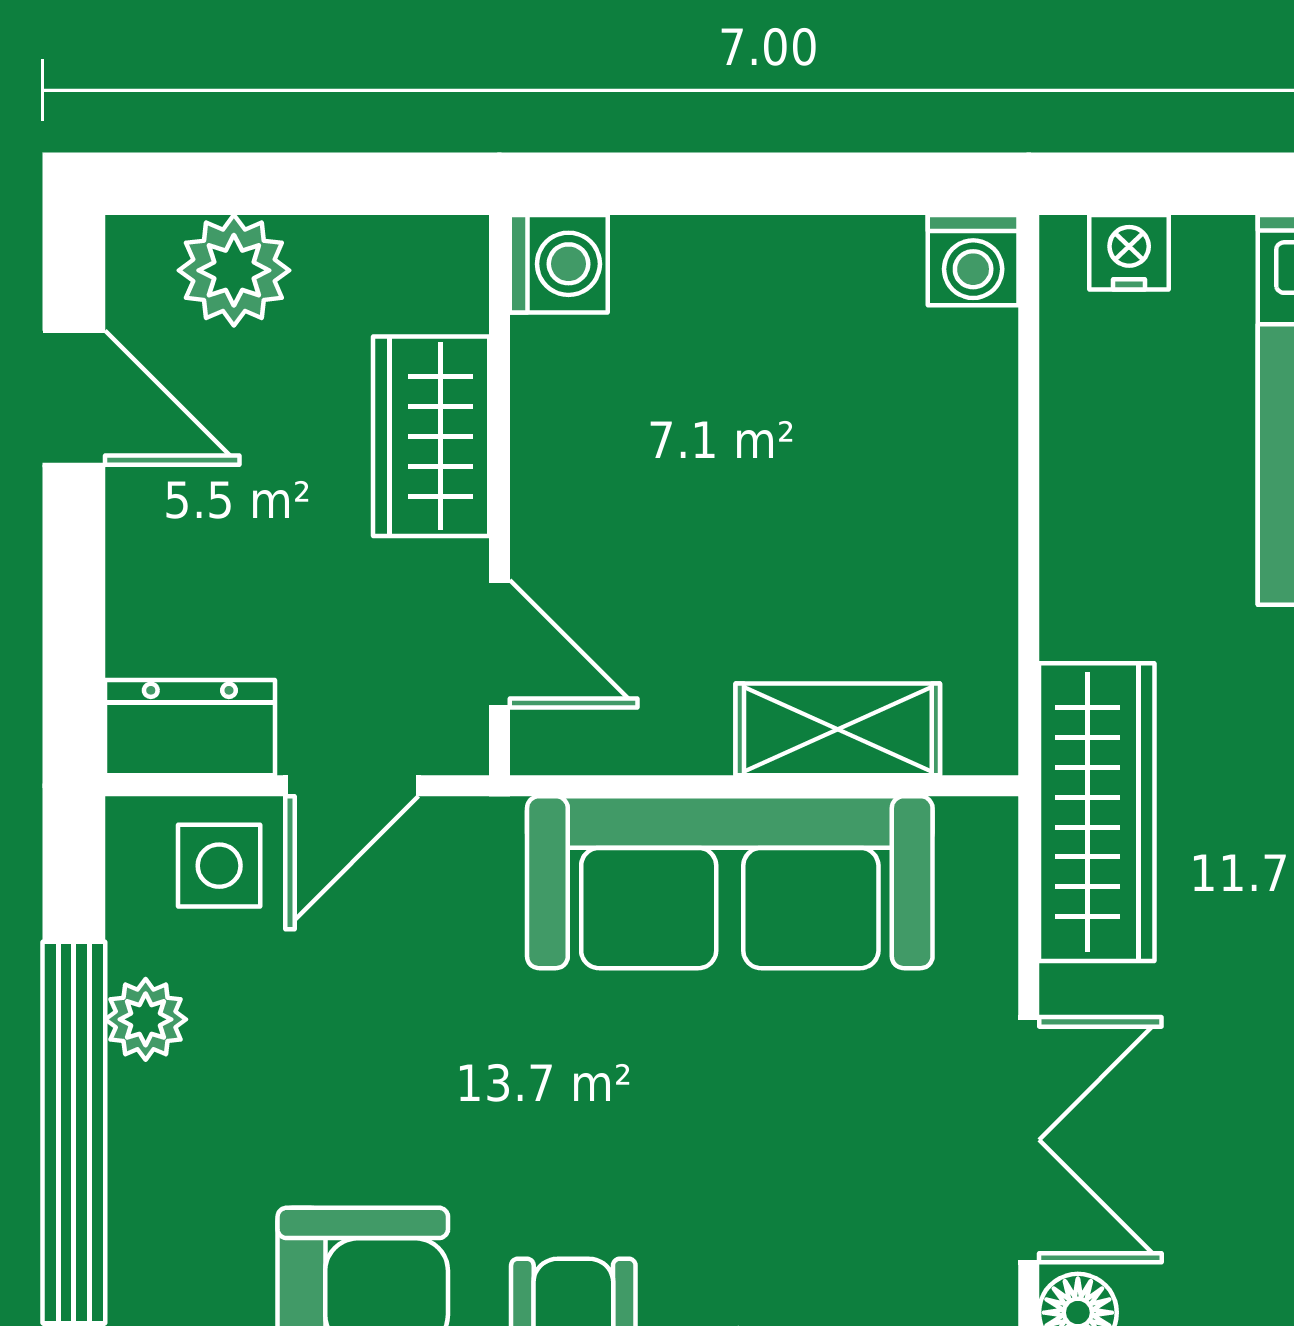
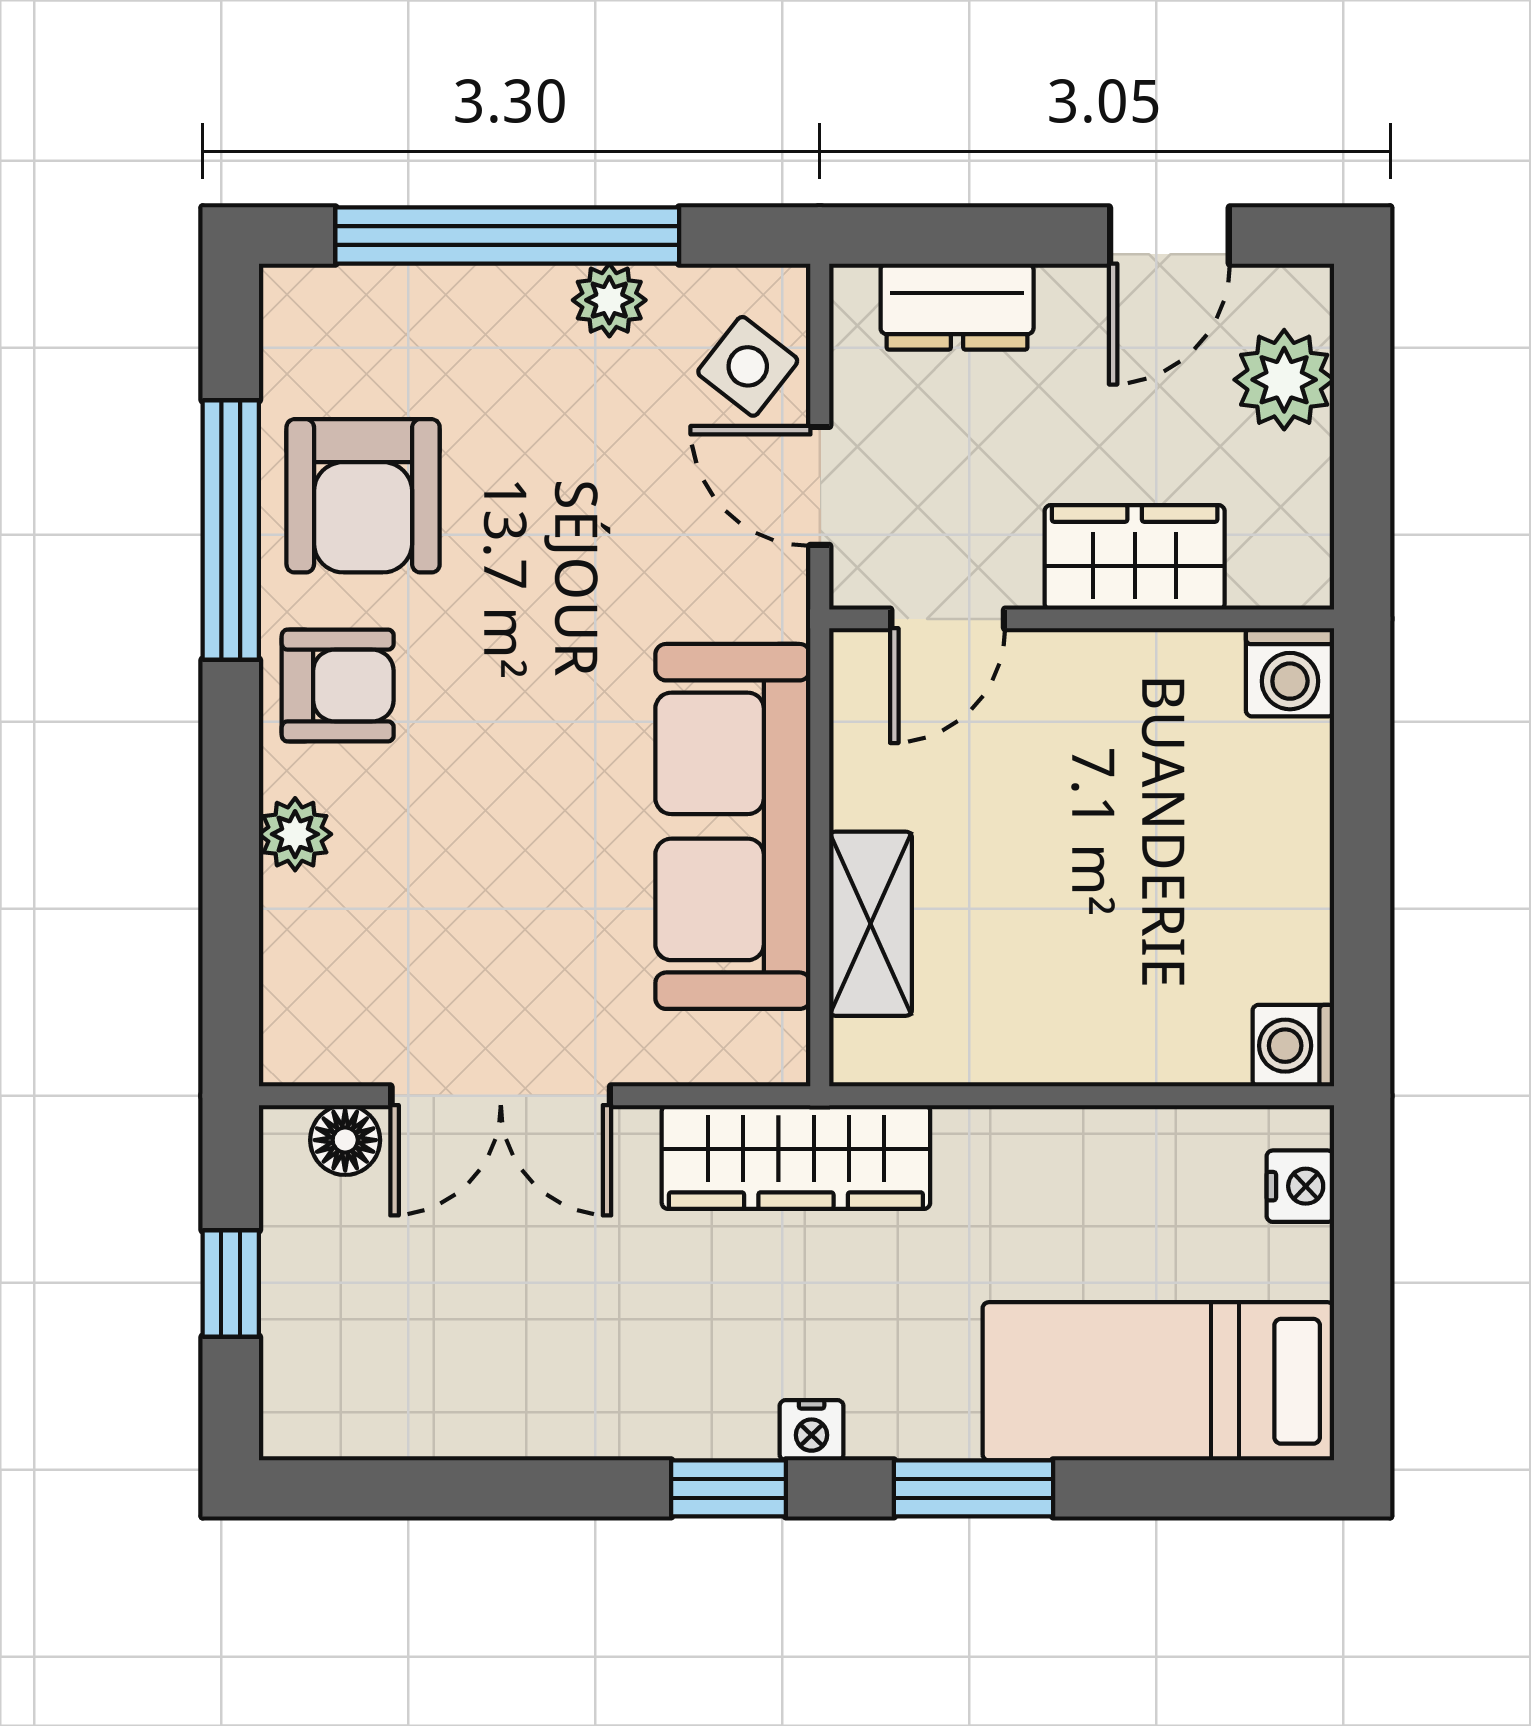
dresser: (190, 728) -> (957, 307), moved, turned 90
side table: (219, 866) -> (748, 366), turned 38

